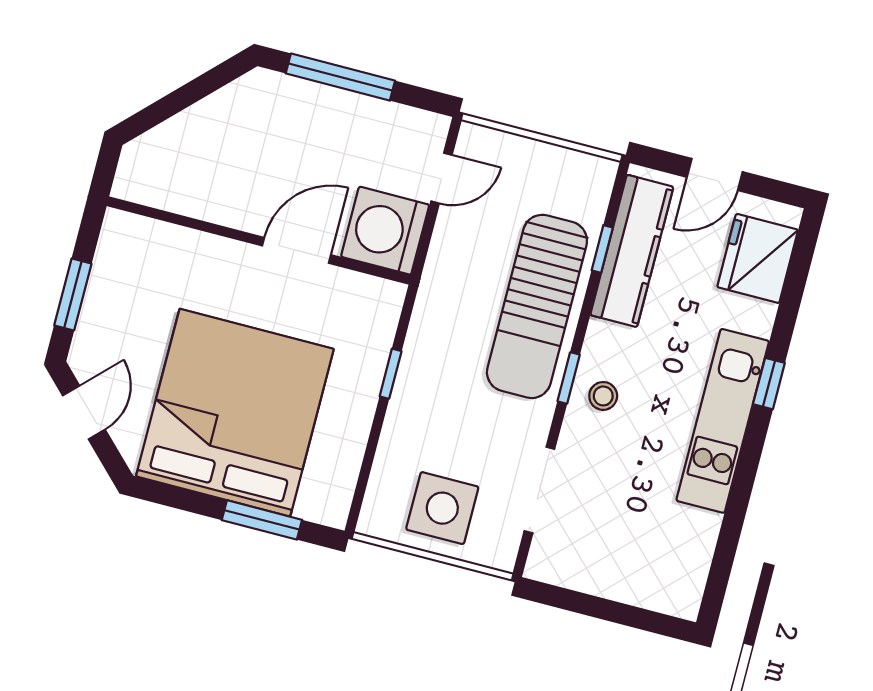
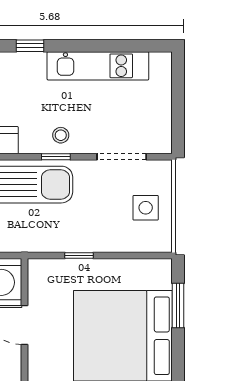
kitchen unit: (723, 421) -> (98, 66), moved
side table: (442, 508) -> (146, 208), width x0.73, depth x0.73

